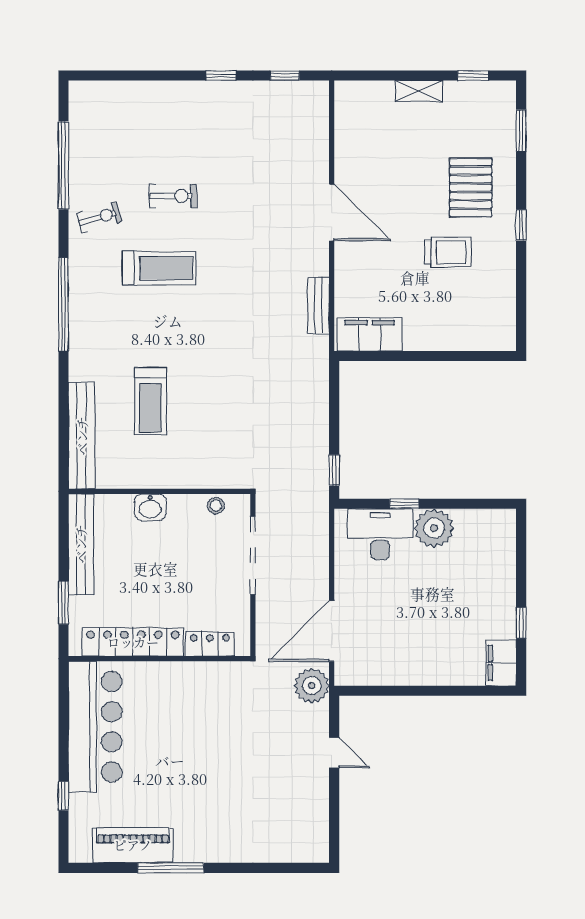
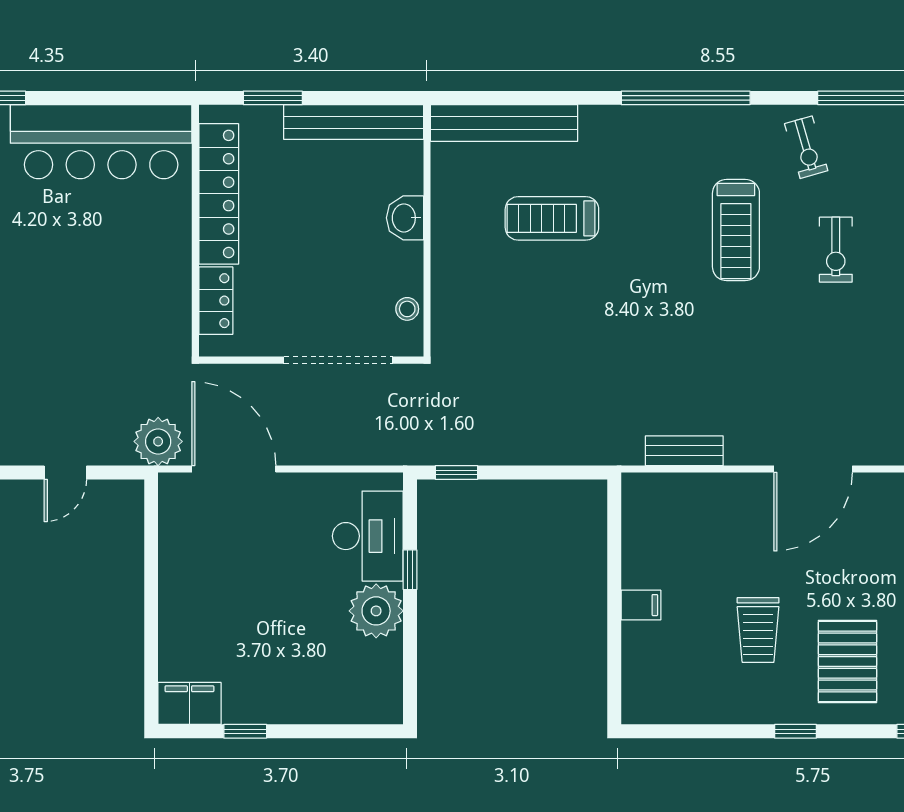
pallet: (471, 188) -> (847, 661), turned 90
filing cabinet: (370, 334) -> (641, 605), moved, width x0.33, depth x0.86

